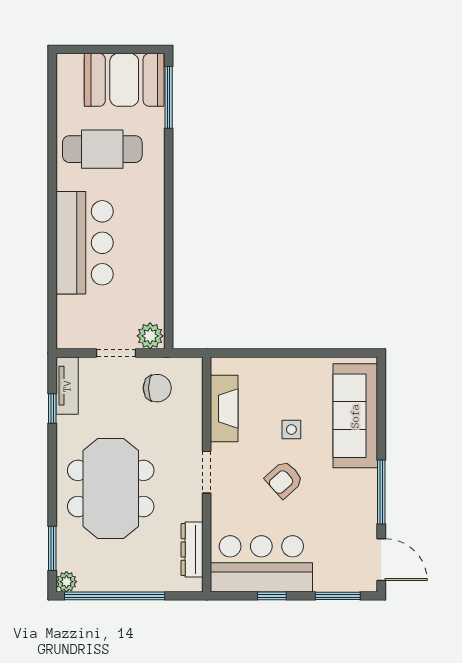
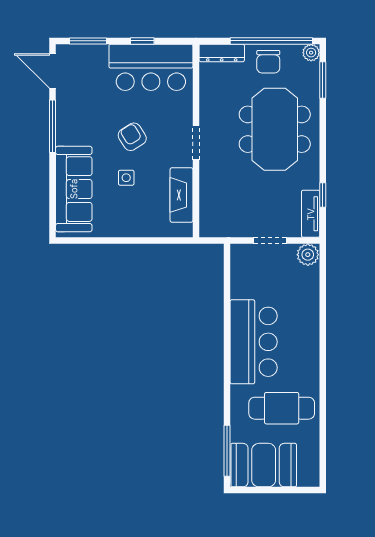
bar counter: (85, 243) -> (254, 342), moved, turned 180
plant: (150, 336) -> (308, 255), moved
chair: (157, 388) -> (268, 62), moved, turned -90
armchair: (284, 479) -> (132, 137), turned -80
dresser: (192, 550) -> (222, 53), moved, turned 90

